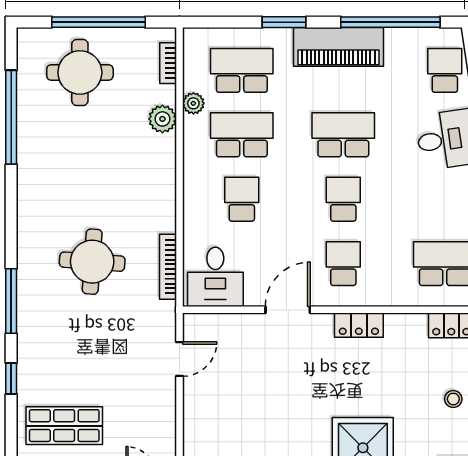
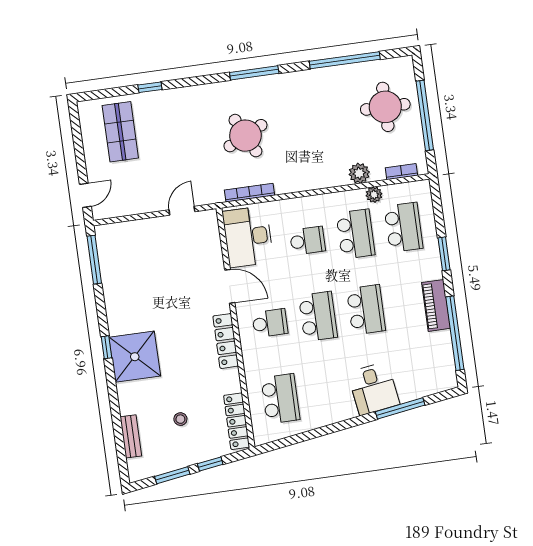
piano: (338, 47) -> (436, 305), width x0.73, depth x0.75
school desk: (445, 70) -> (425, 379), removed
school desk: (343, 199) -> (318, 316), width x1.85
round table: (92, 262) -> (245, 136), turned -30
desk: (215, 277) -> (248, 237), width x1.37
window: (11, 301) -> (254, 73), moved
locker: (359, 325) -> (226, 341), width x1.53
door: (179, 359) -> (182, 211), swing flipped

